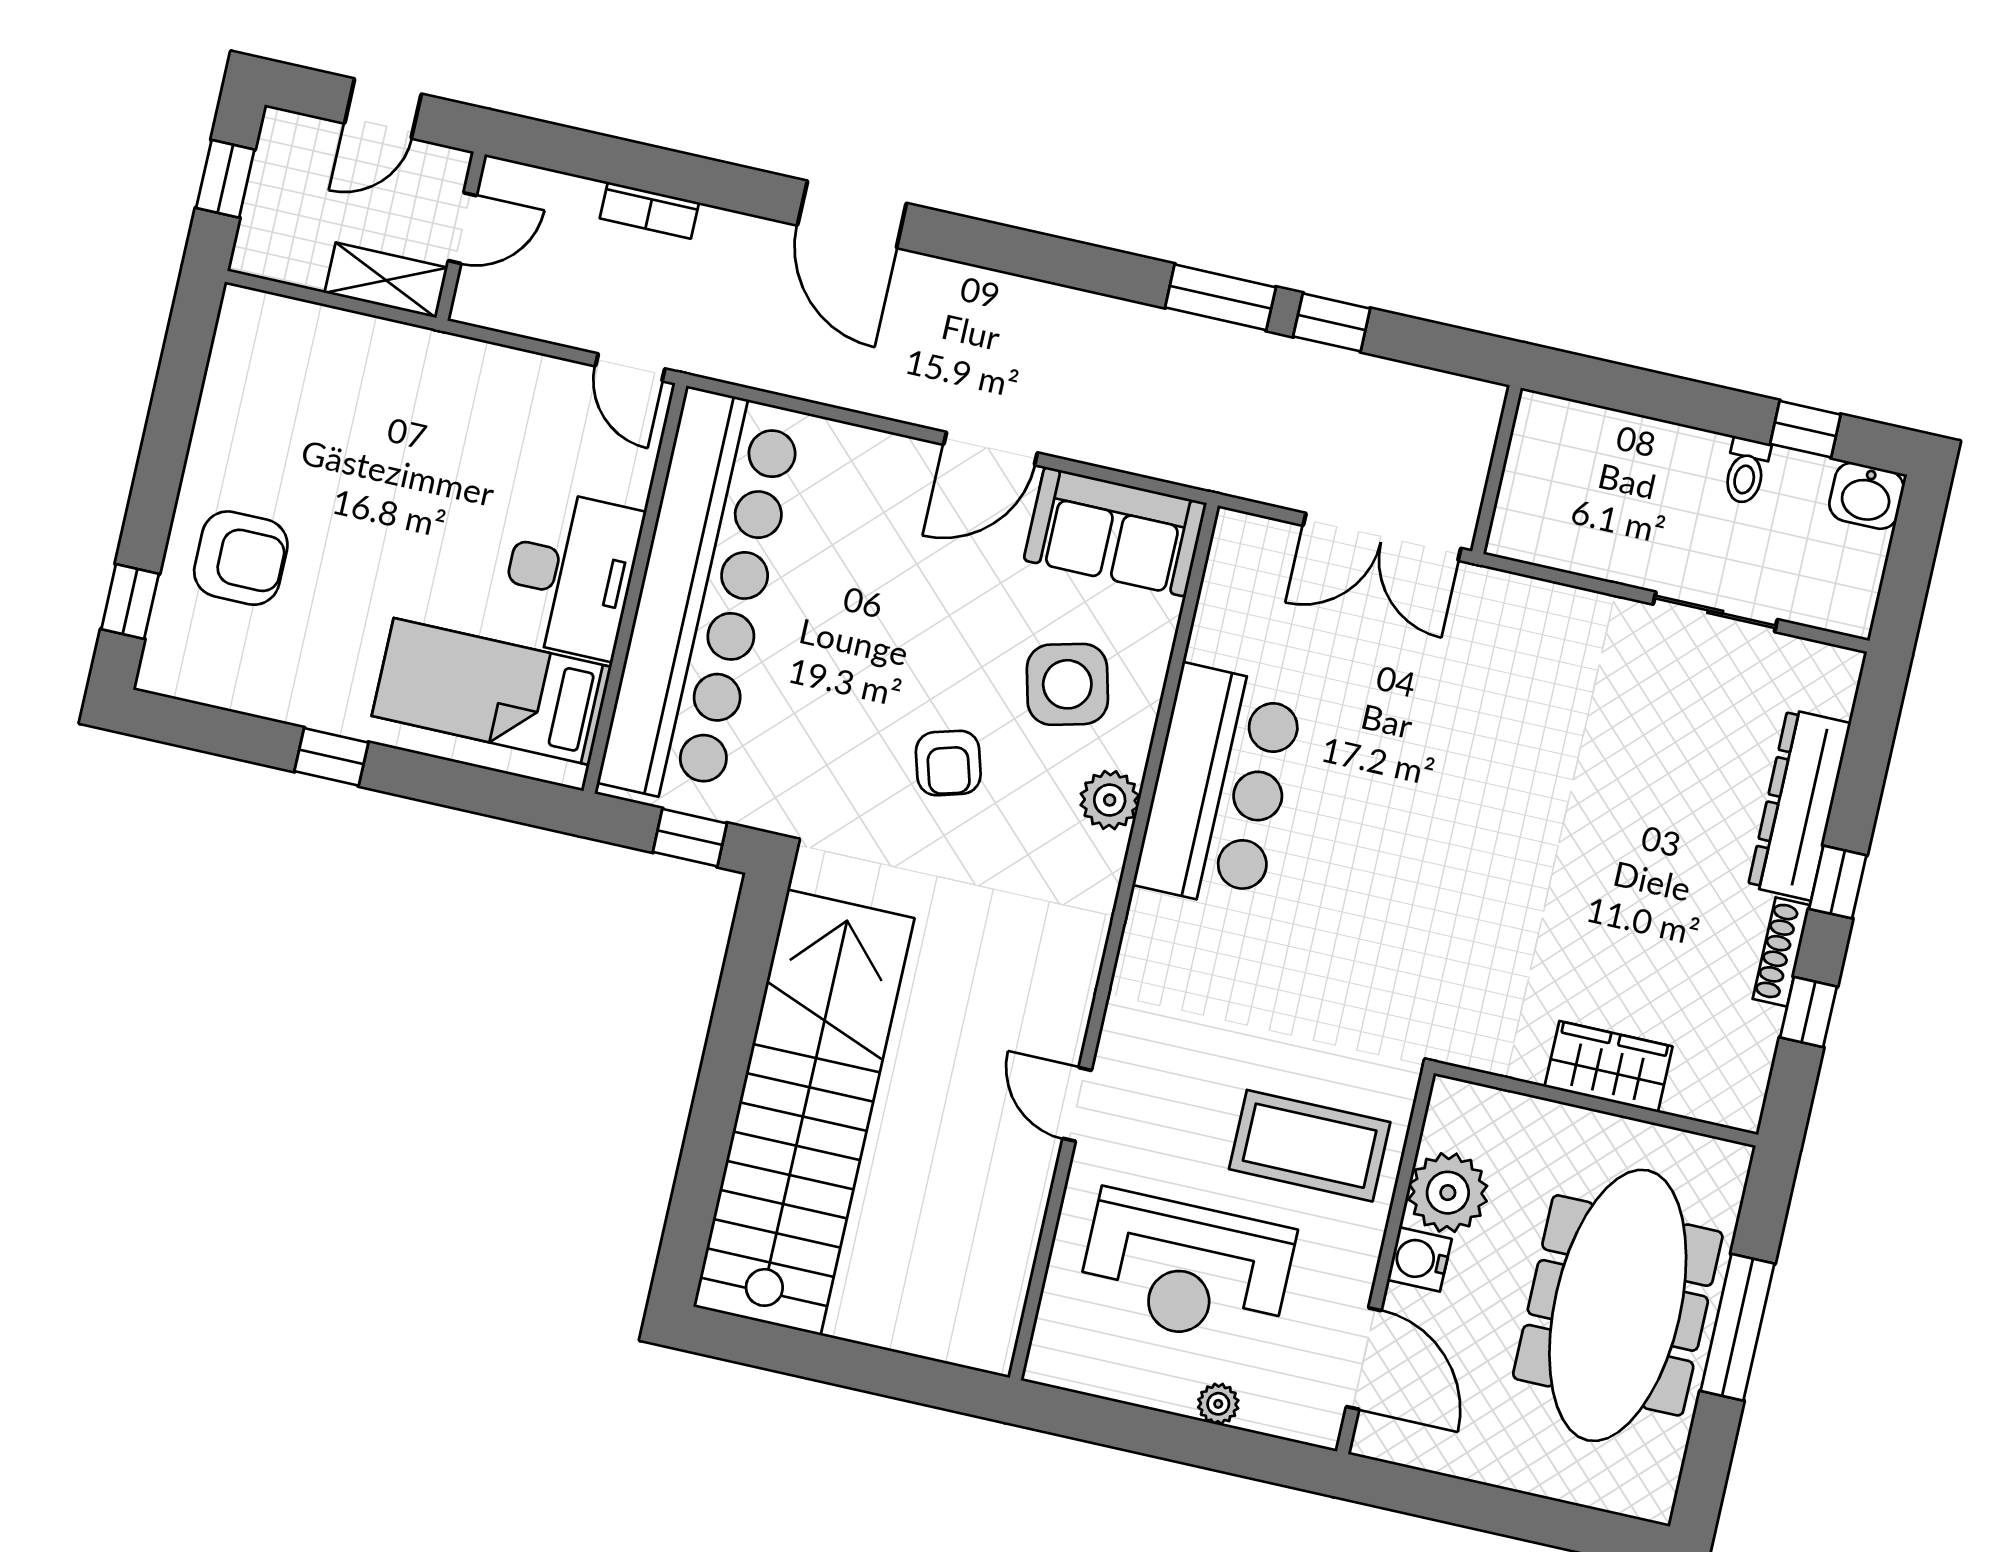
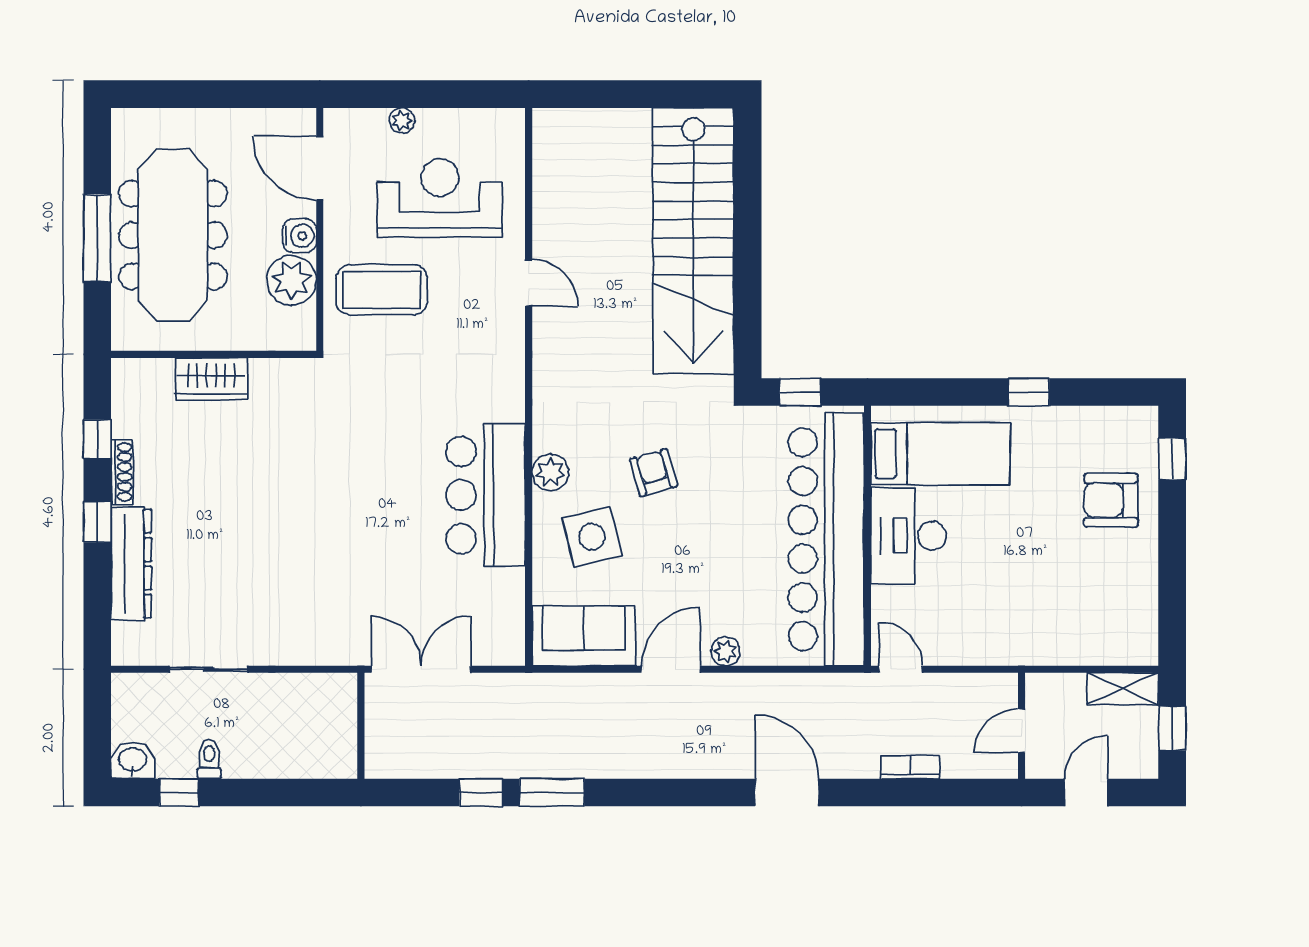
shelving: (386, 280) -> (1123, 689), moved
plant: (898, 457) -> (726, 651), added

